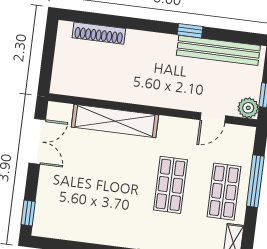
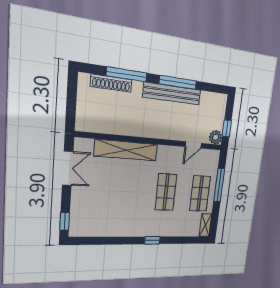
window: (119, 22) -> (127, 74), added
window: (190, 31) -> (178, 82), width x2.17
bench: (218, 50) -> (172, 94), moved

